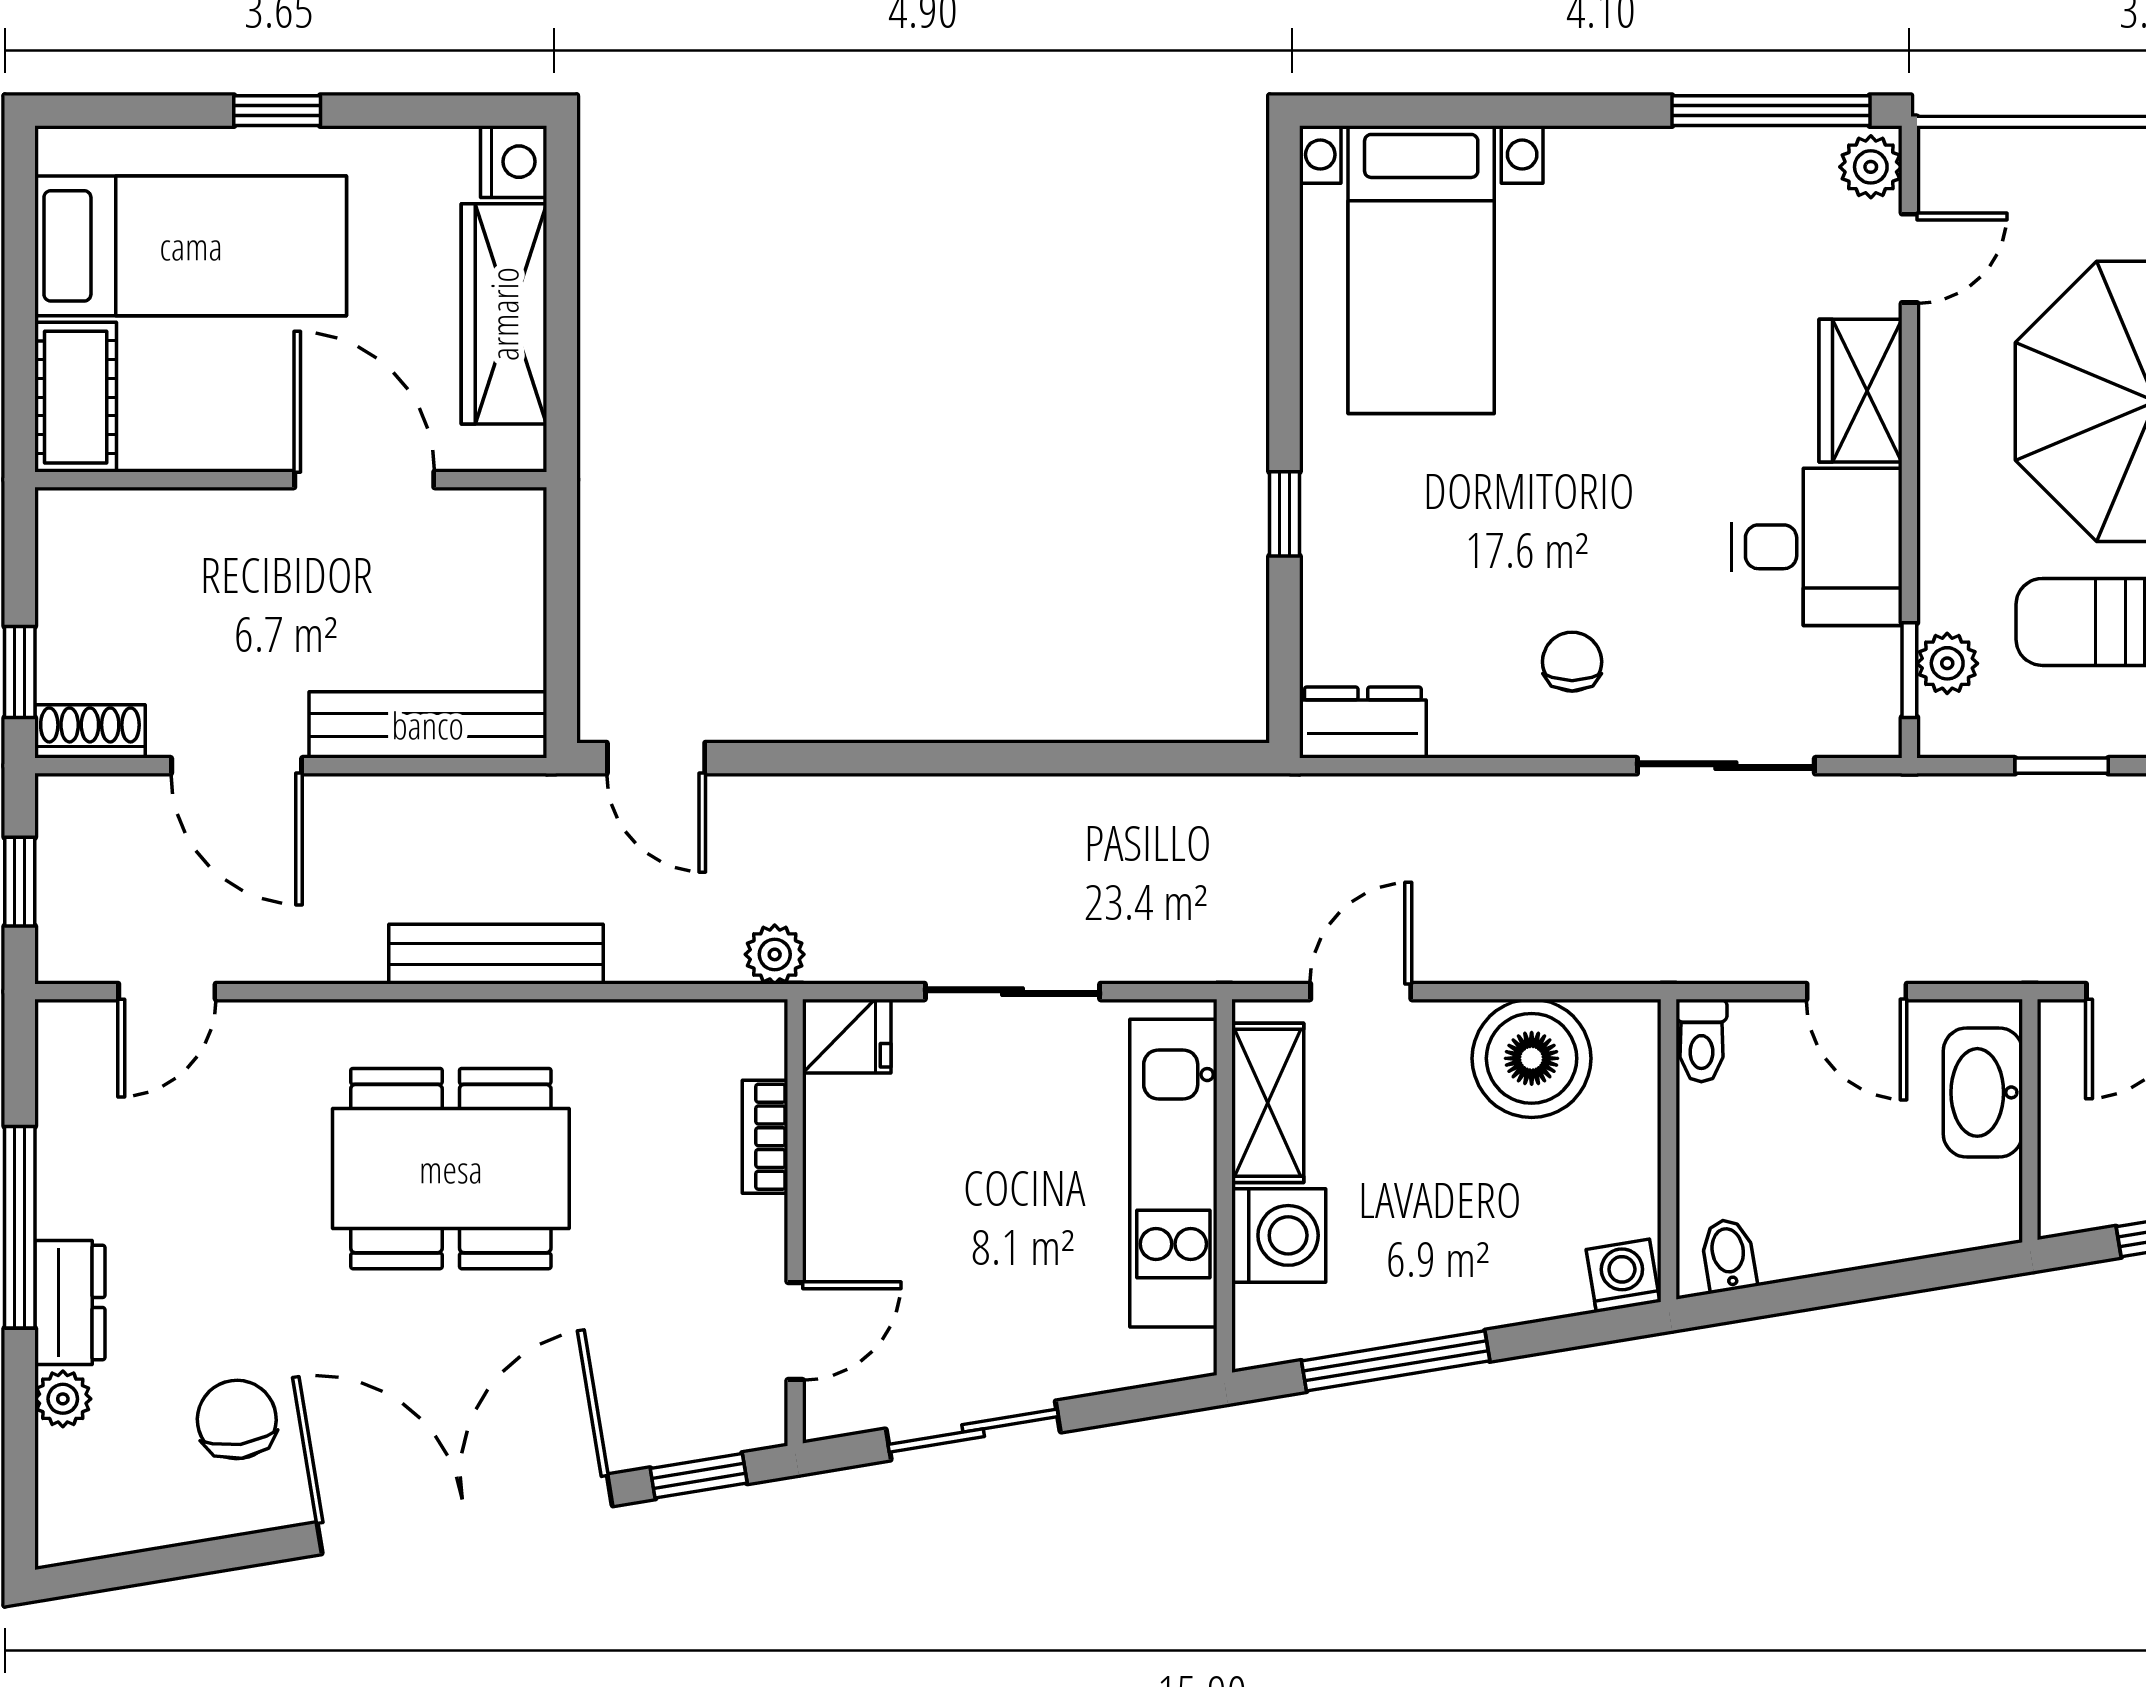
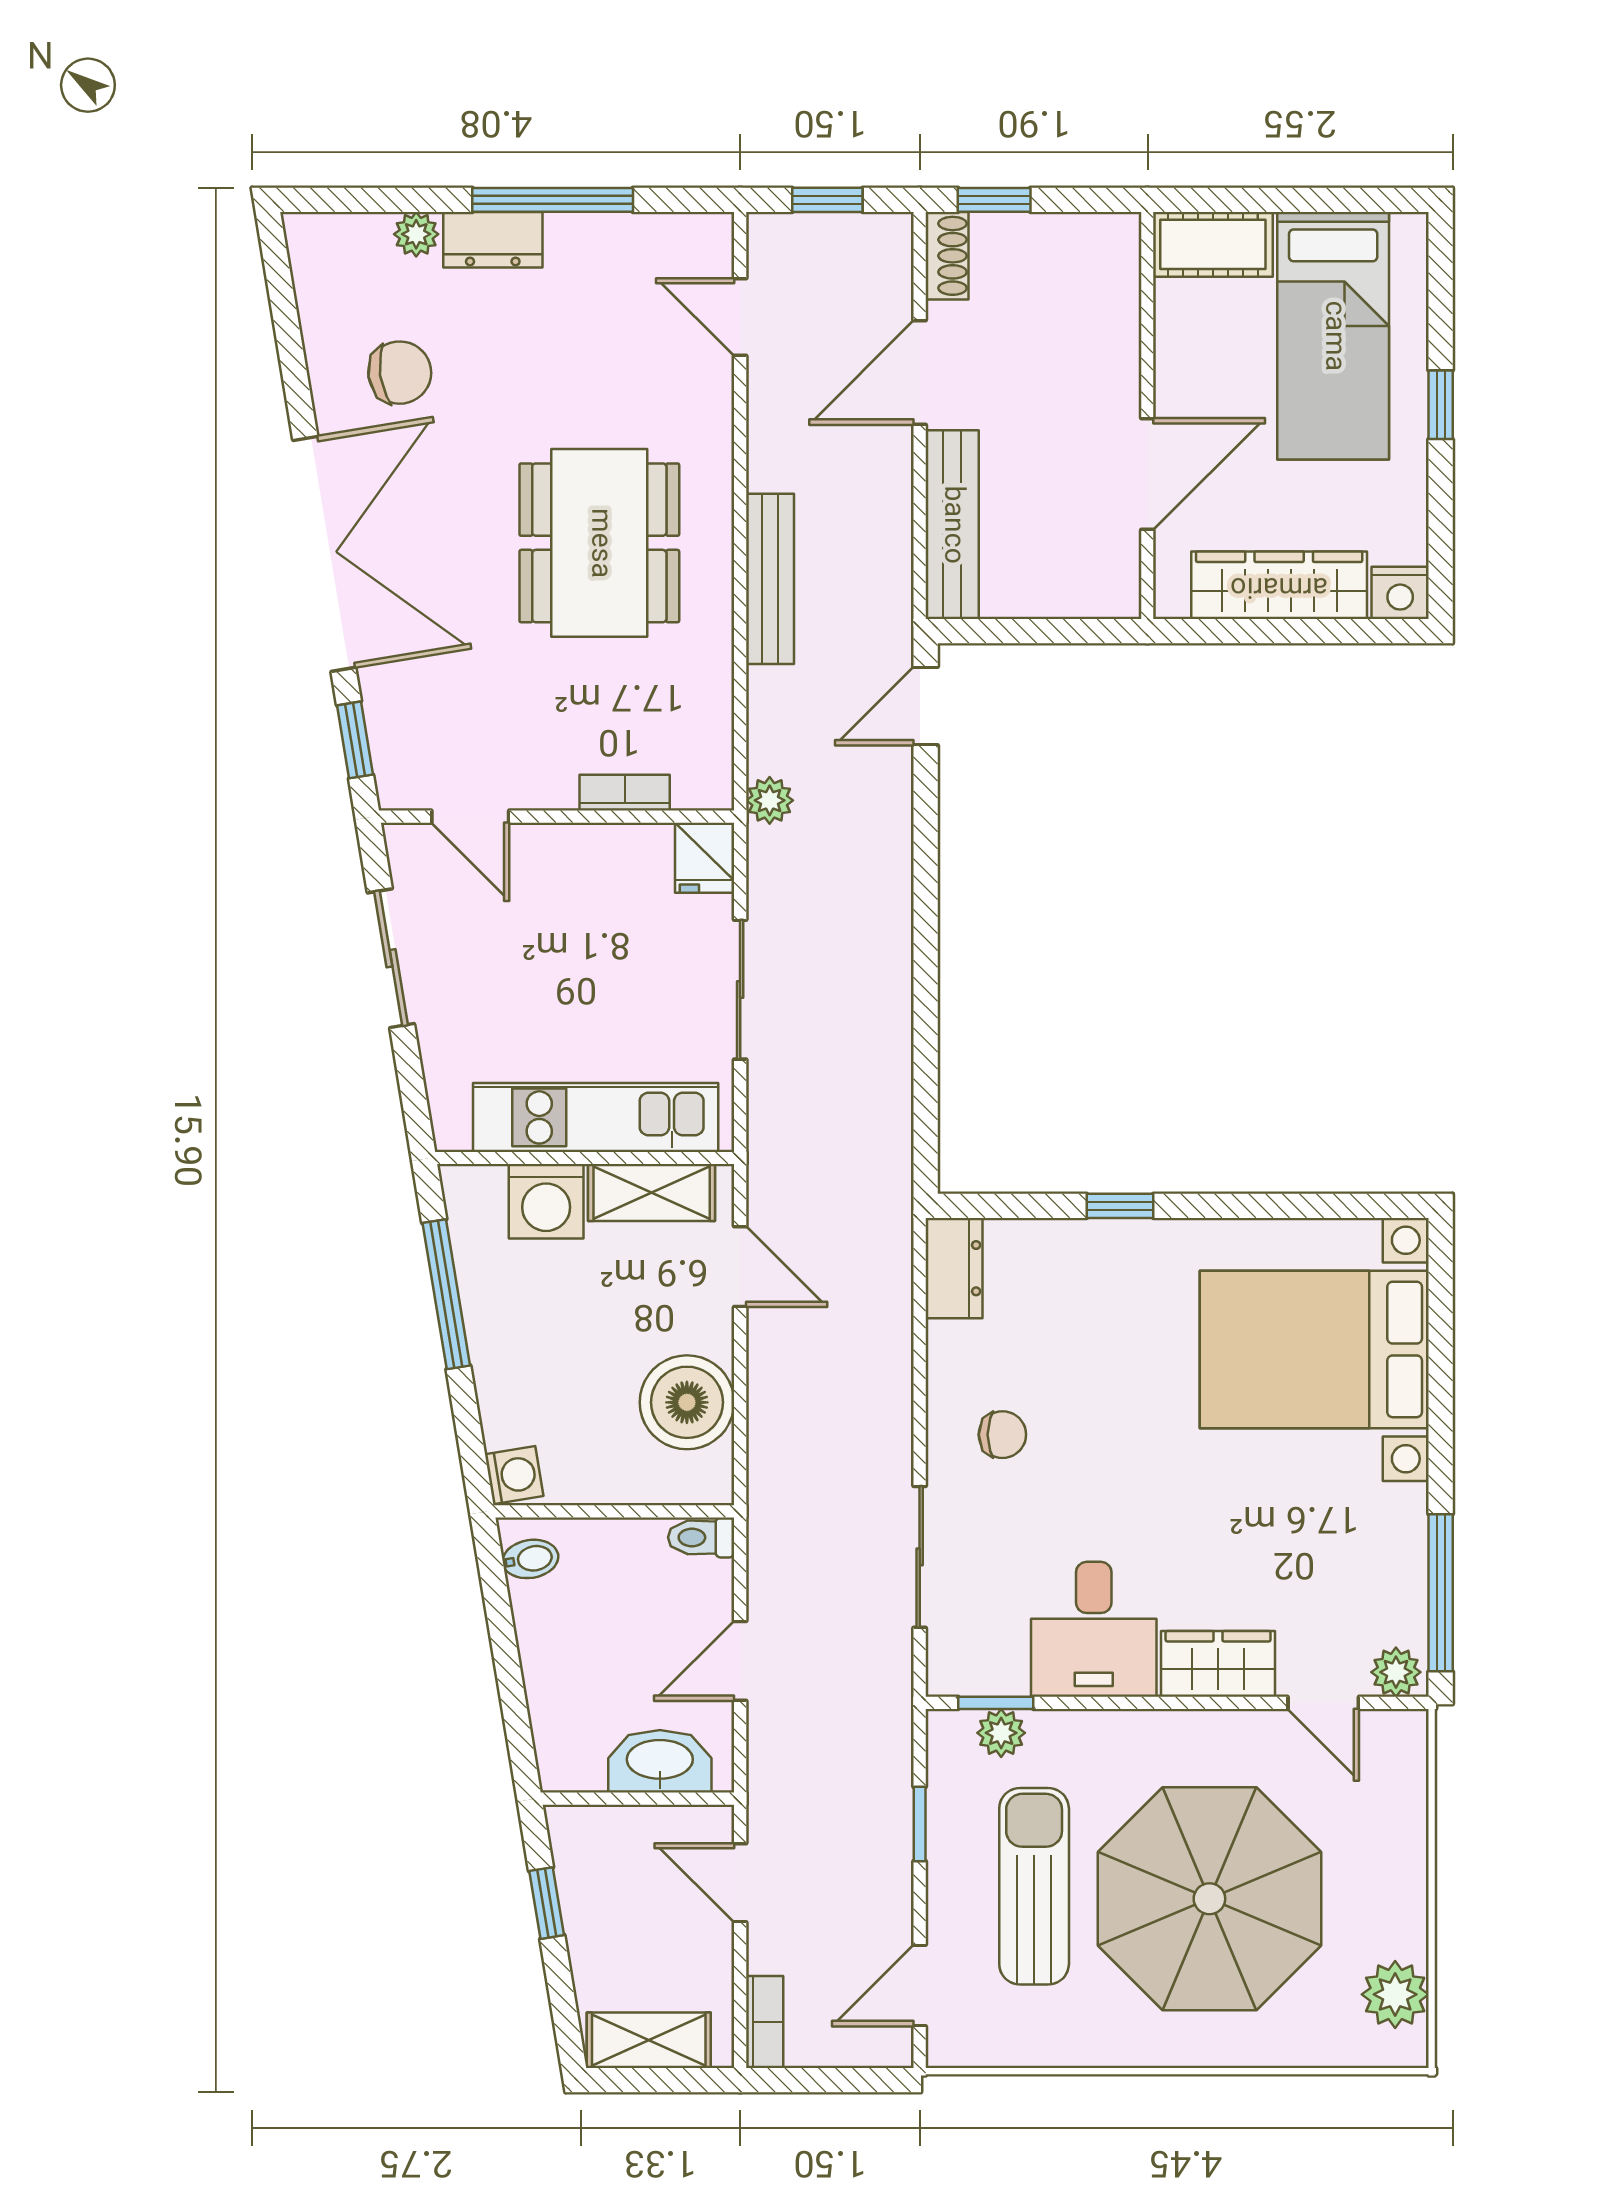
bed with nightstands: (1421, 270) -> (1314, 1349), width x1.36

